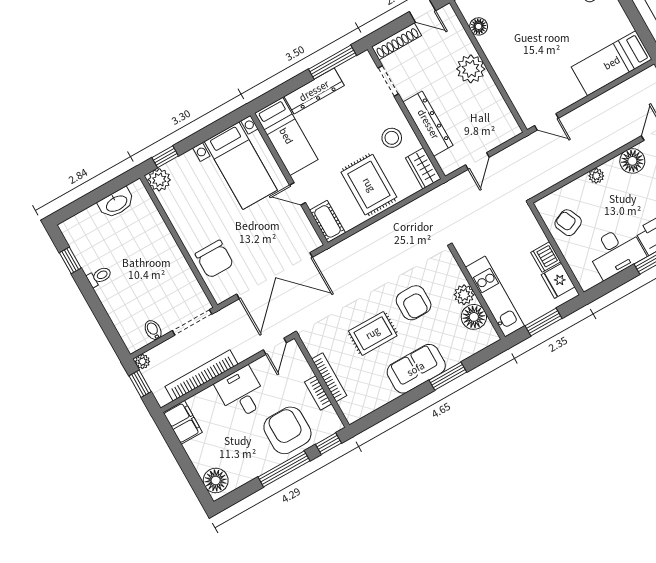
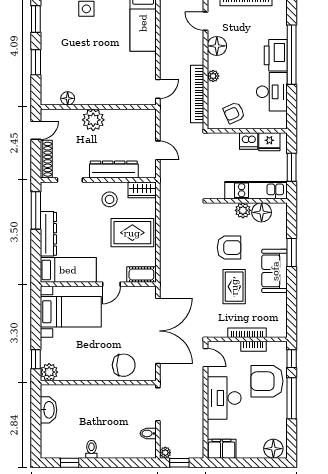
bookcase: (201, 375) -> (197, 94), moved
desk: (241, 393) -> (224, 398), width x1.37

